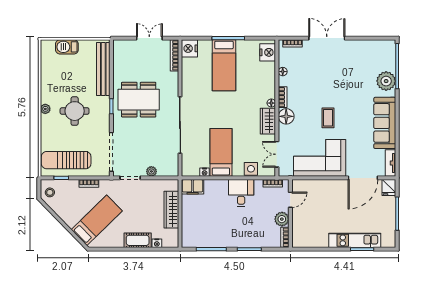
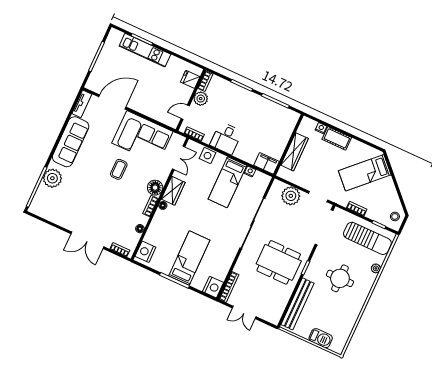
plant: (45, 109) -> (376, 268), moved
plant: (151, 171) -> (291, 196), width x1.88, depth x1.88
fridge: (389, 187) -> (190, 79), moved, turned -90

